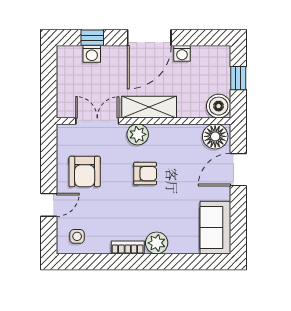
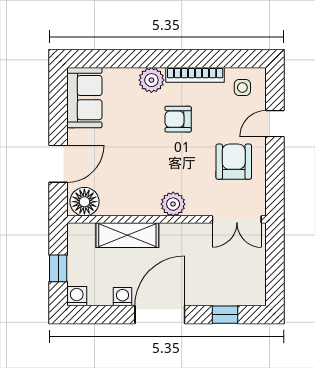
washing machine: (92, 54) -> (77, 296), moved
boiler: (219, 106) -> (81, 236), removed
shelving: (149, 107) -> (127, 235), moved
double door: (97, 121) -> (237, 219), moved
armchair: (145, 174) -> (178, 119), moved
bookcase: (128, 247) -> (195, 75), width x1.56

